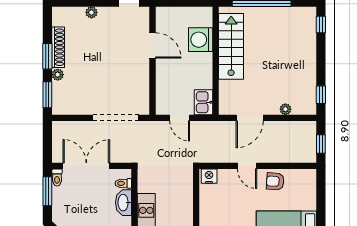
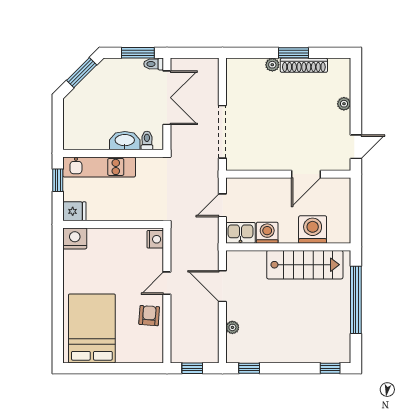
washing machine: (203, 79) -> (267, 233), added
window: (47, 95) -> (249, 53), removed

